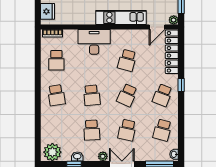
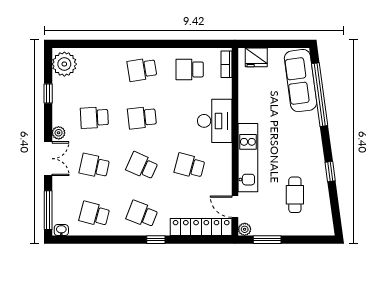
washbasin: (77, 157) -> (58, 98), removed

